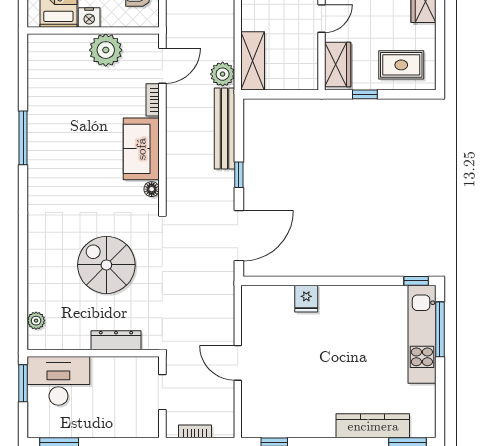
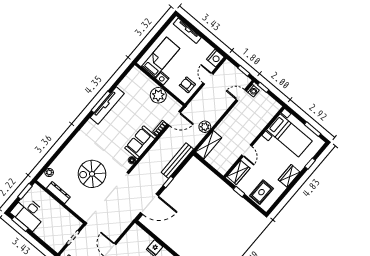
door: (322, 18) -> (247, 151), hinge flipped
rug: (401, 65) -> (261, 192), turned 90
plant: (223, 74) -> (205, 127), moved
tv unit: (38, 135) -> (107, 106), added
spiral stairs: (106, 265) -> (92, 174), turned -90
dresser: (116, 340) -> (58, 193), moved
desk: (58, 381) -> (29, 213), moved, turned 180

